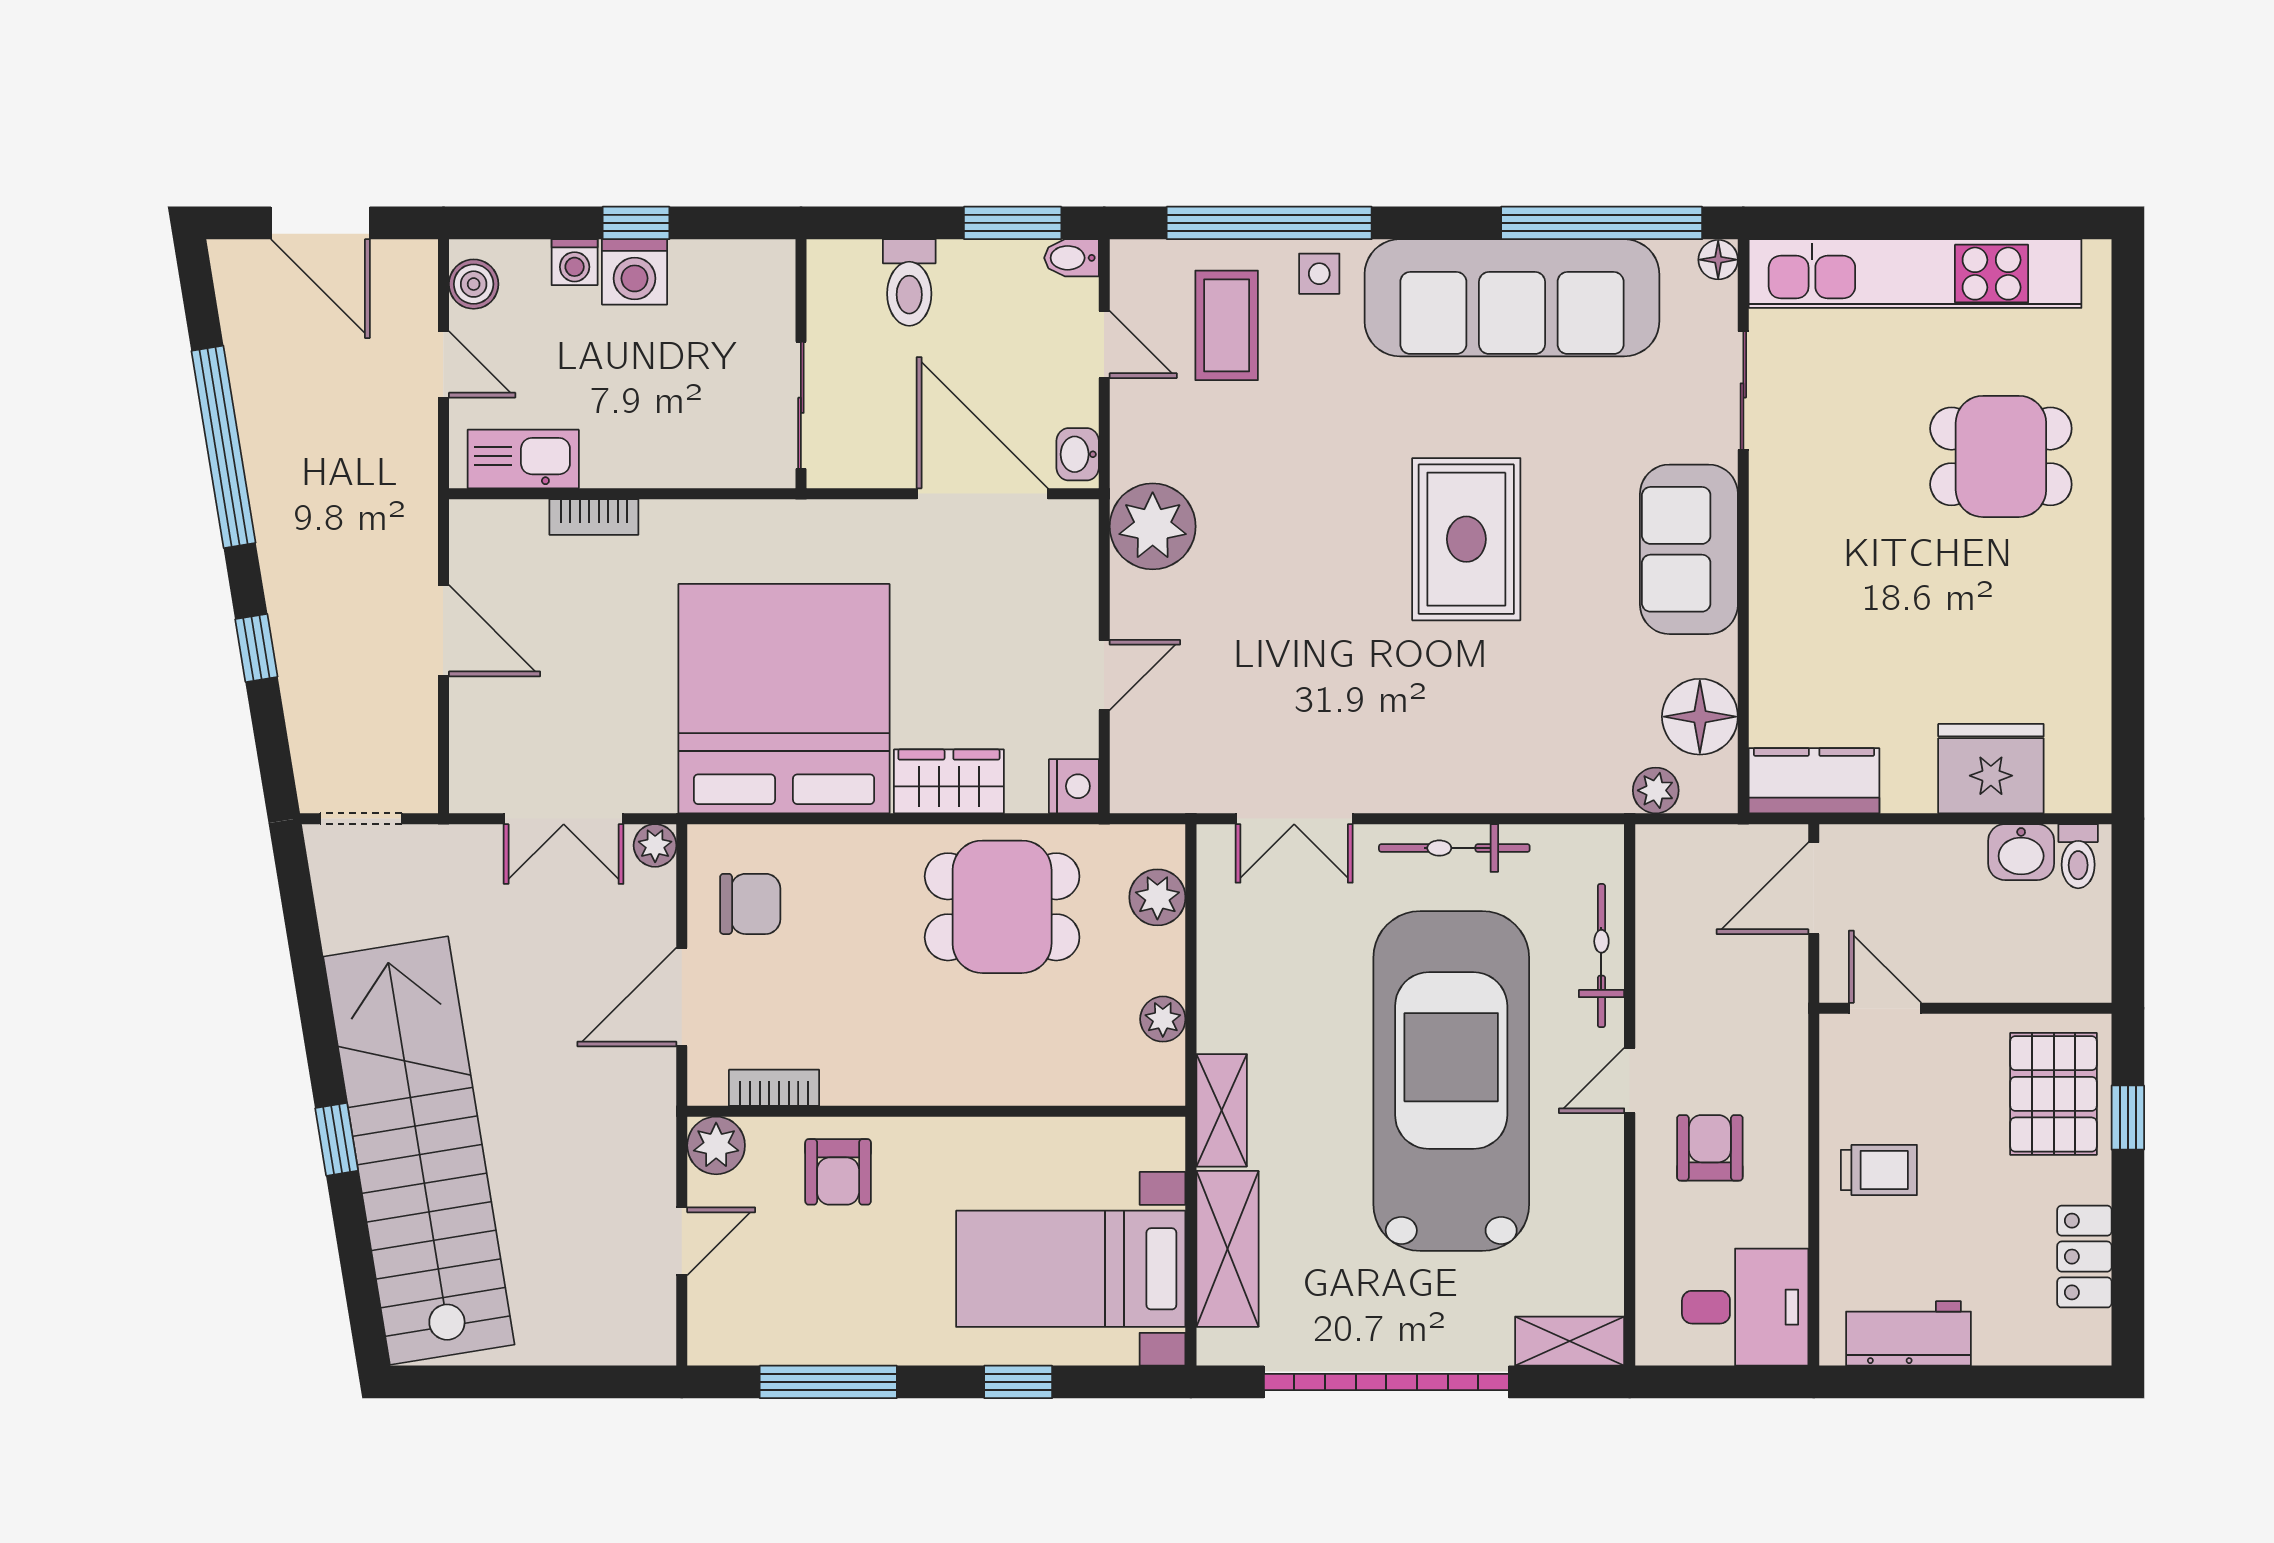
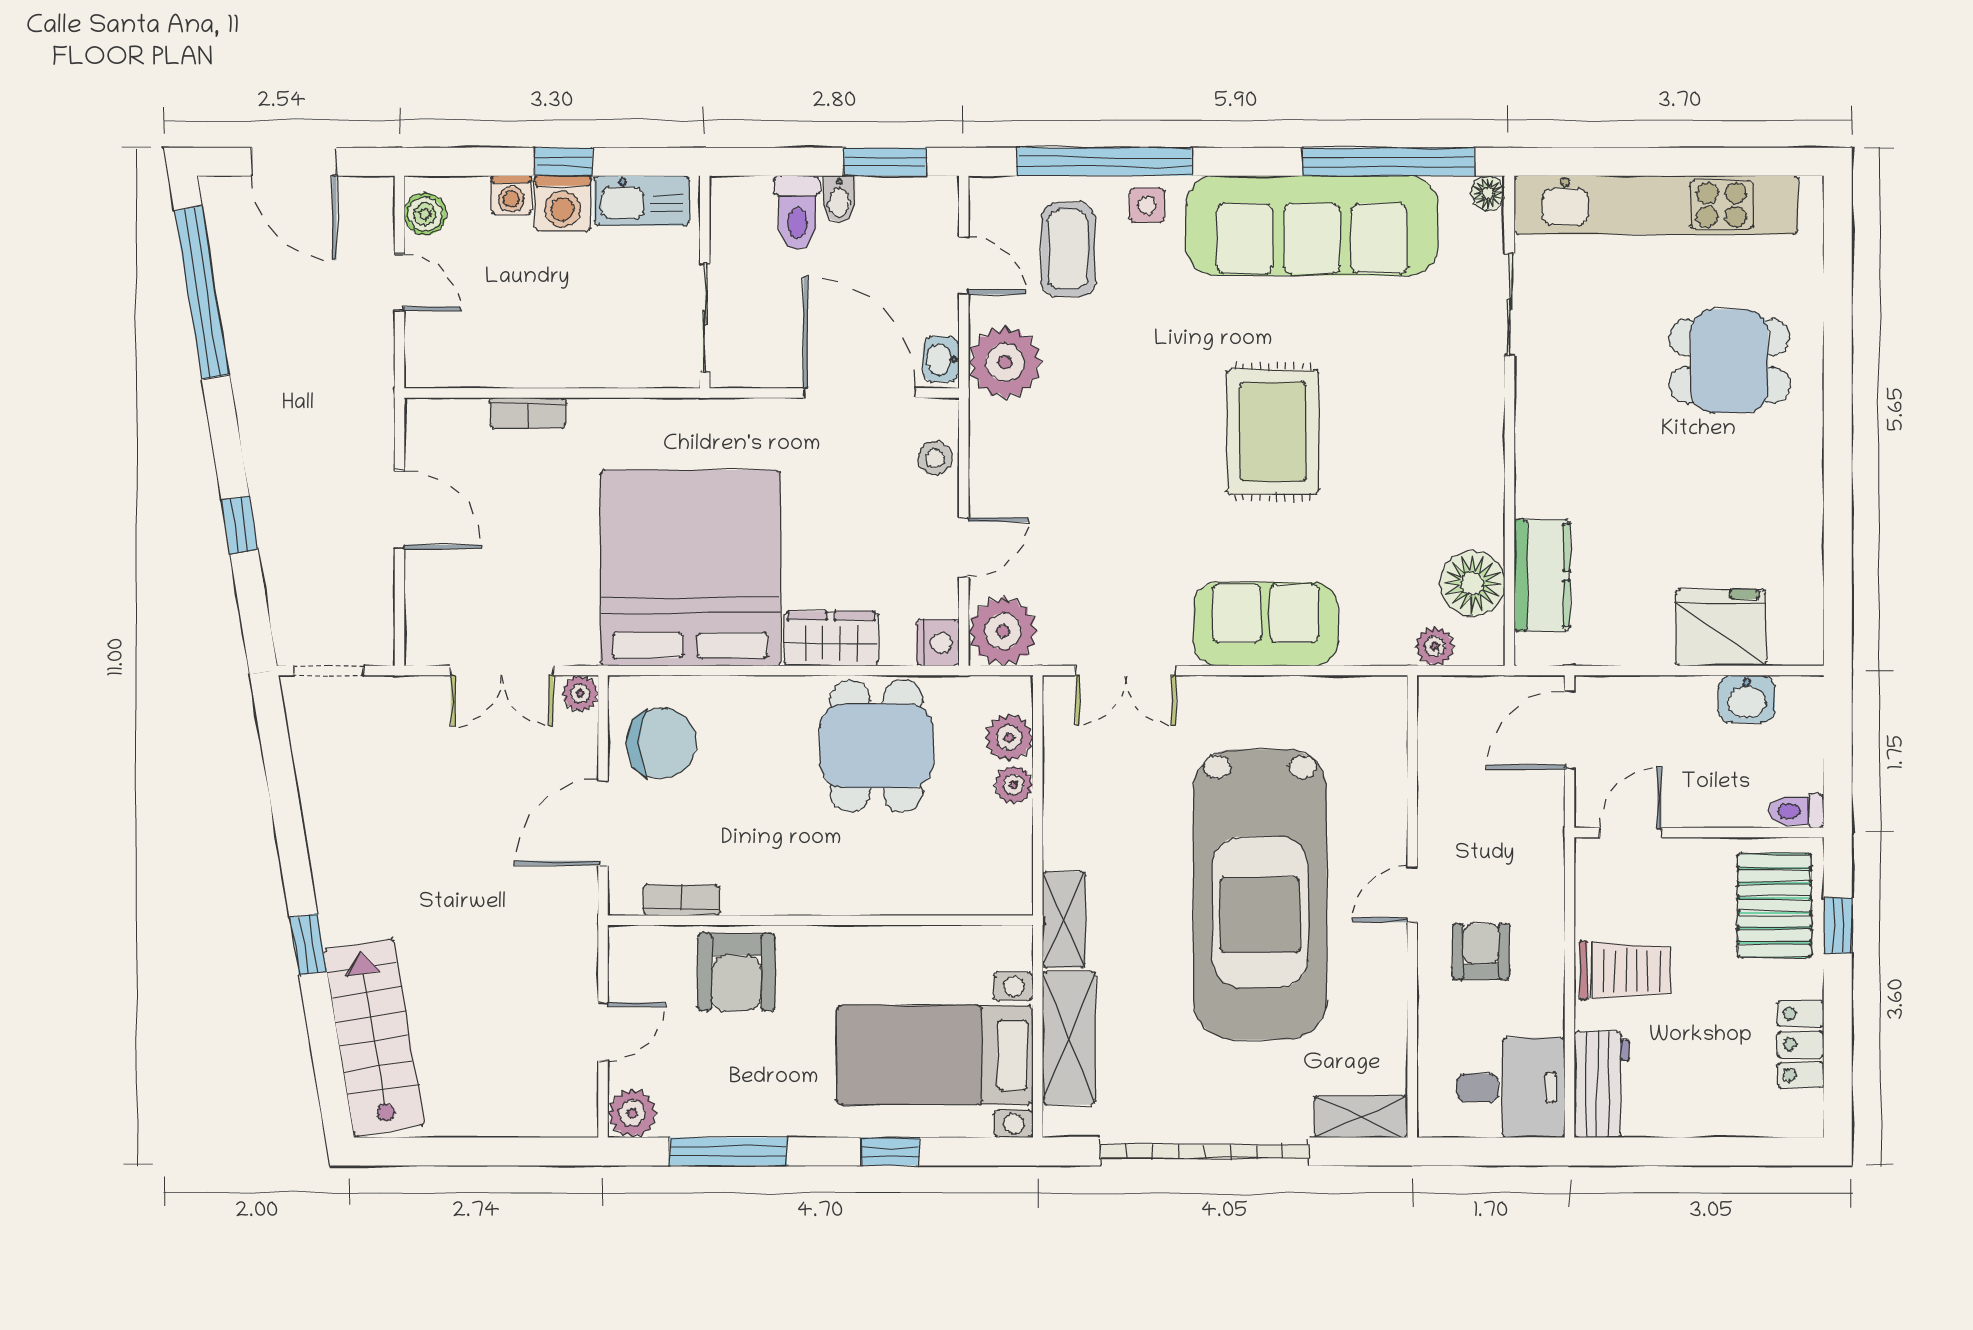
bidet: (1071, 258) -> (839, 199), moved, turned -90
window: (224, 447) -> (202, 293), moved
kitchen sink: (523, 459) -> (642, 201), moved, turned 180
plant: (1153, 526) -> (1005, 362), moved
sofa: (1689, 549) -> (1266, 624), moved, turned 90
stool: (1070, 570) -> (935, 458), added
plant: (1150, 773) -> (1003, 631), added
kitchen counter: (1814, 781) -> (1542, 576), moved, turned 90
bicycle: (1454, 848) -> (1263, 696), removed
toilet: (2078, 856) -> (1797, 811), moved, turned 90
chair: (750, 904) -> (661, 743), width x1.37, depth x1.37
dining table: (1002, 907) -> (876, 746), turned 90
bicycle: (1601, 956) -> (1388, 787), removed
door: (1885, 1008) -> (1631, 832), hinge flipped
plant: (1163, 1019) -> (1014, 785), moved
car: (1451, 1081) -> (1260, 895), turned 180
plant: (716, 1145) -> (632, 1113), moved
stairs: (419, 1151) -> (374, 1037), width x0.54, depth x0.66
trolley: (1879, 1170) -> (1625, 971), width x1.36, depth x1.39
armchair: (838, 1172) -> (736, 972), width x1.38, depth x1.38
workbench: (1908, 1333) -> (1602, 1084), moved, turned 90

